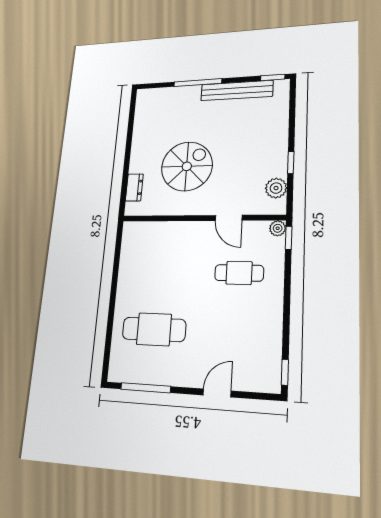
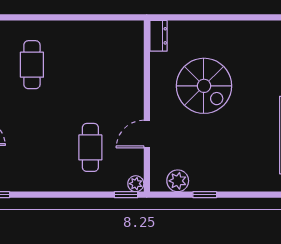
dresser: (134, 187) -> (158, 36), moved, turned -90
cafe table: (154, 329) -> (32, 65), width x0.73, depth x0.74

